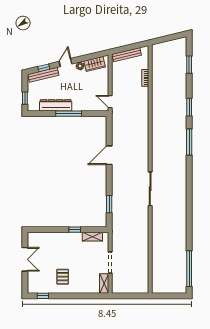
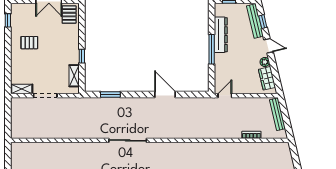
pallet: (38, 241) -> (69, 15), added

